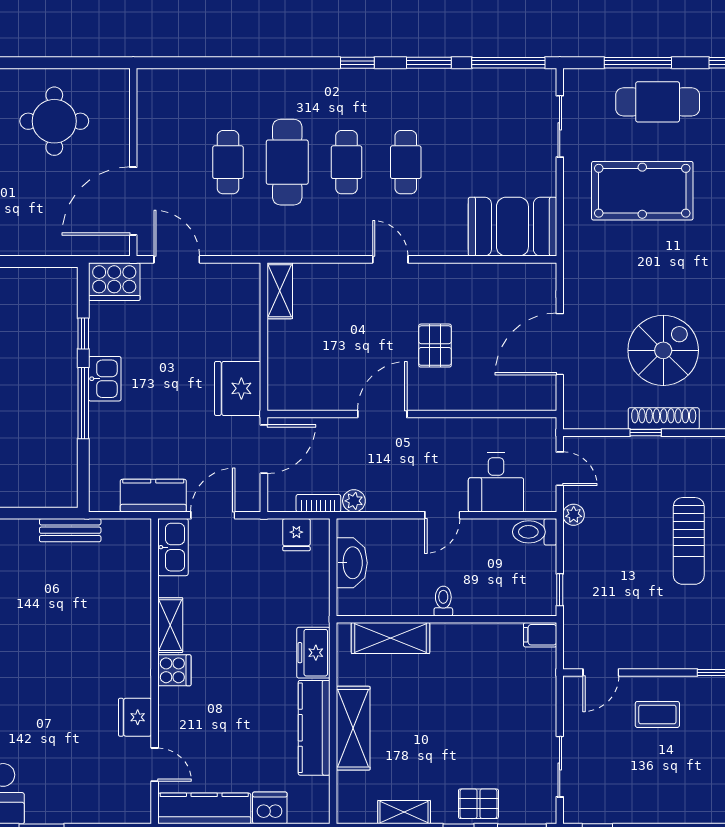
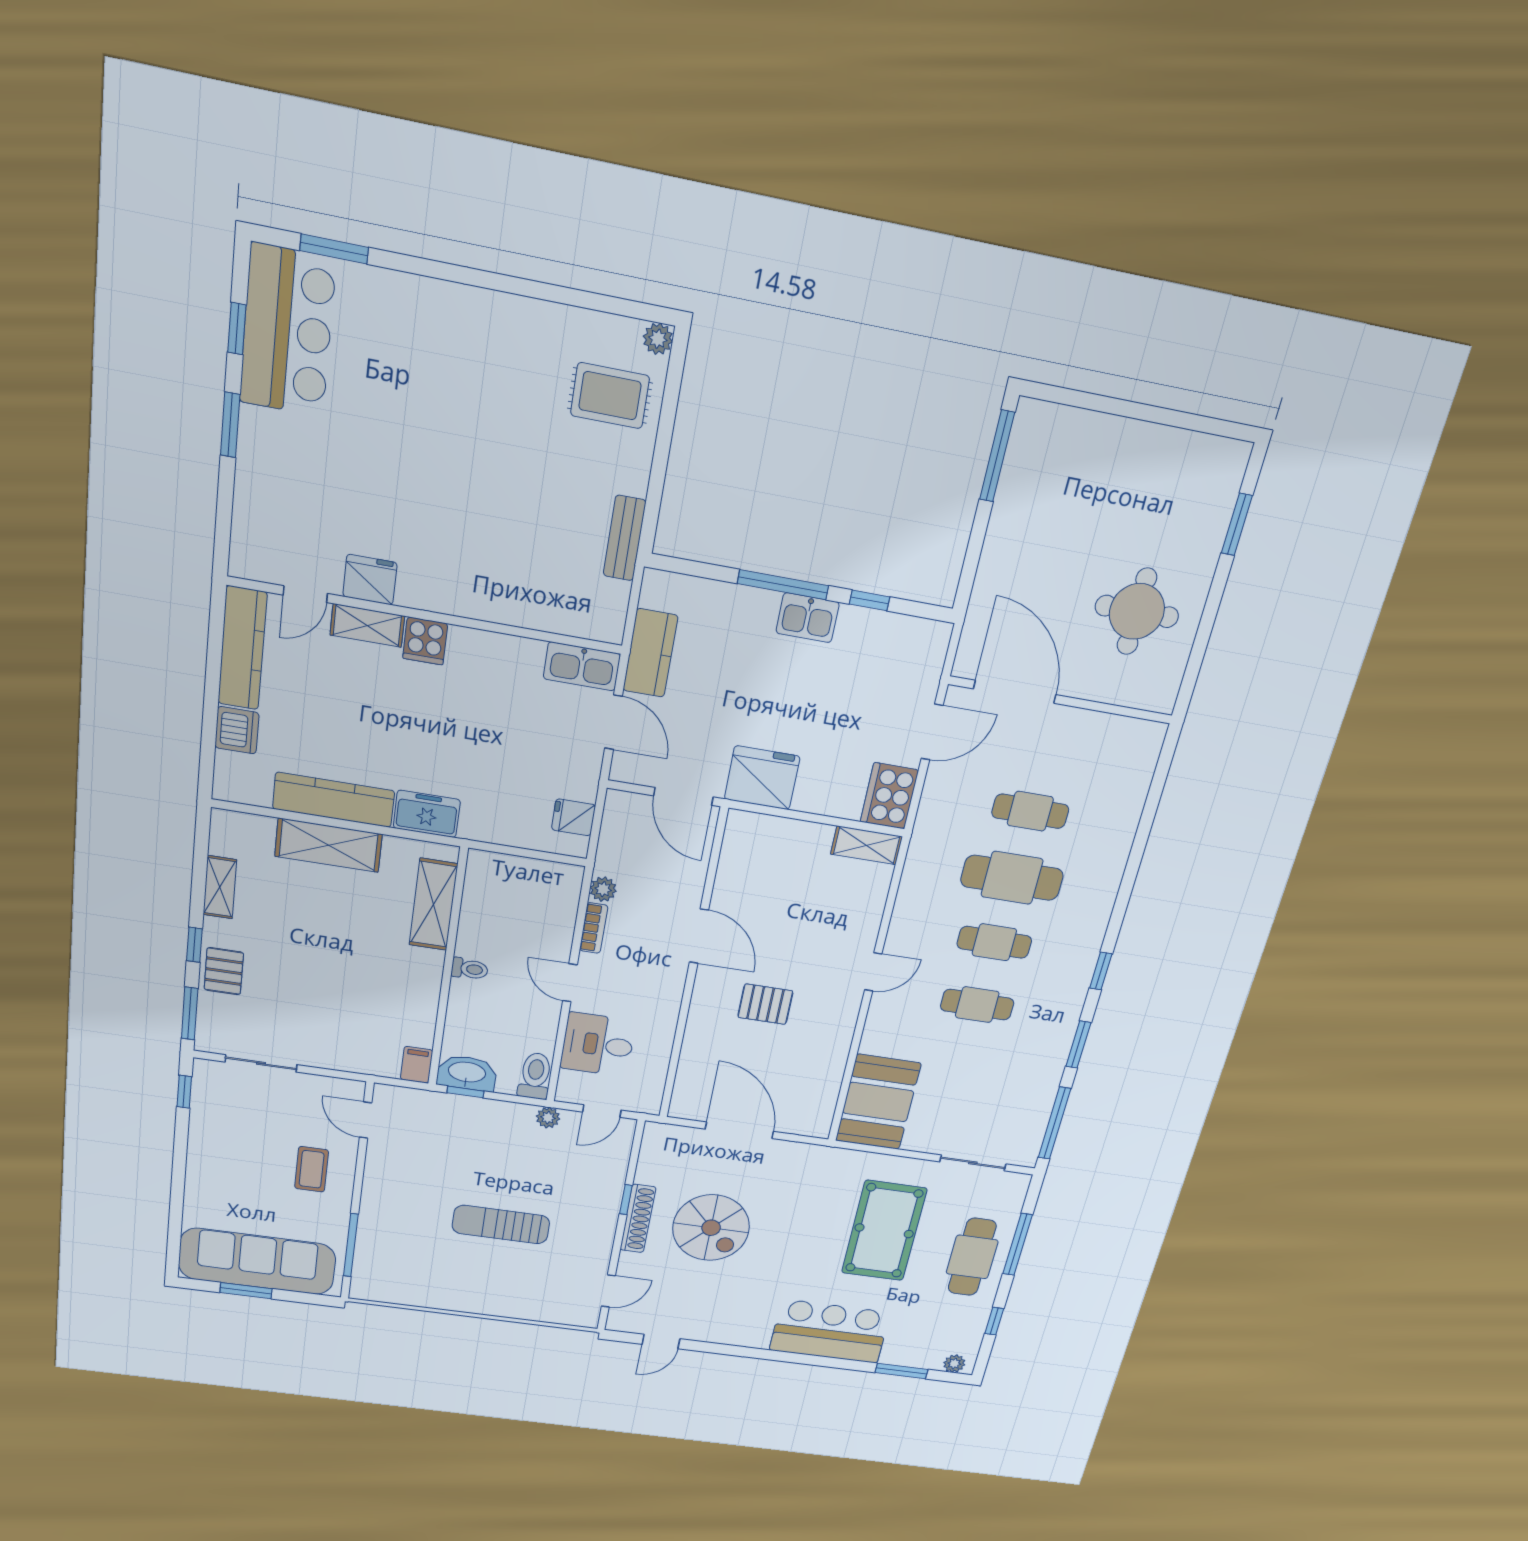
cooker: (114, 282) -> (889, 796), moved
bookcase: (318, 503) -> (594, 928), moved
washbasin: (352, 563) -> (467, 1073), moved, turned 180
shelving: (170, 625) -> (367, 626), moved

